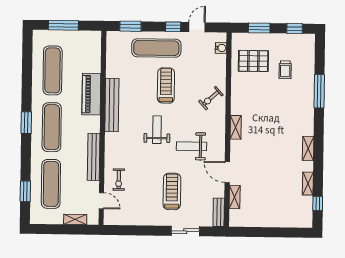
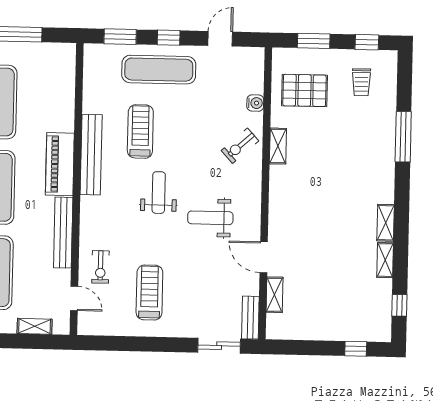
window: (173, 27) -> (169, 38), moved
water cooler: (221, 48) -> (255, 103), moved
trolley: (285, 70) -> (361, 82), moved
treadmill: (166, 85) -> (140, 131), moved
piano: (91, 94) -> (60, 164), moved
shelving: (236, 127) -> (278, 146), moved
shelving: (308, 184) -> (385, 260), moved
treadmill: (172, 191) -> (149, 293), moved
sliding door: (185, 231) -> (219, 346), moved
window: (289, 233) -> (356, 349), added

